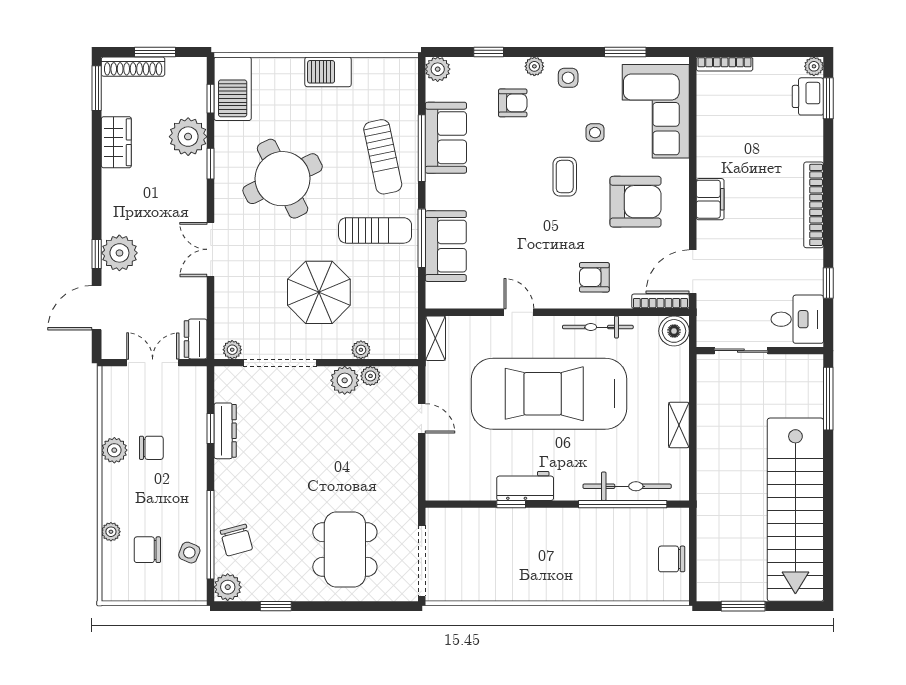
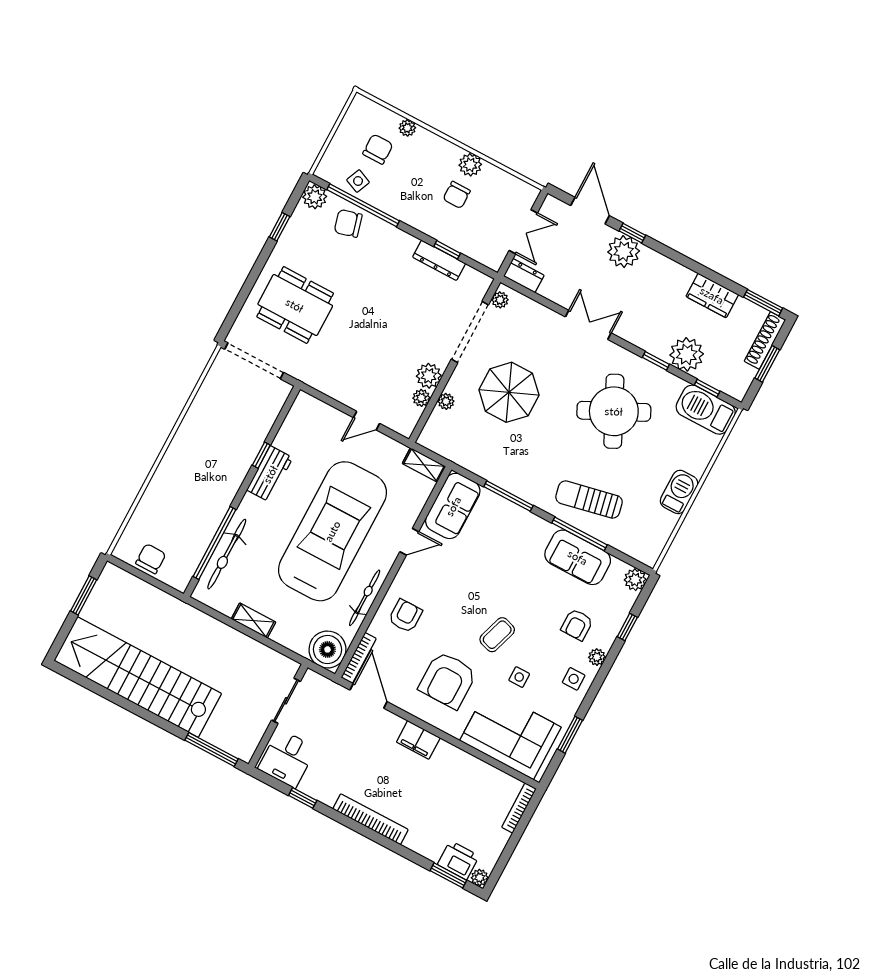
coffee table: (565, 177) -> (497, 635), turned -72
sun lounger: (375, 230) -> (534, 463), removed
sofa: (446, 246) -> (453, 506), moved, turned -90
boiler: (674, 331) -> (327, 649), width x1.37, depth x1.37

